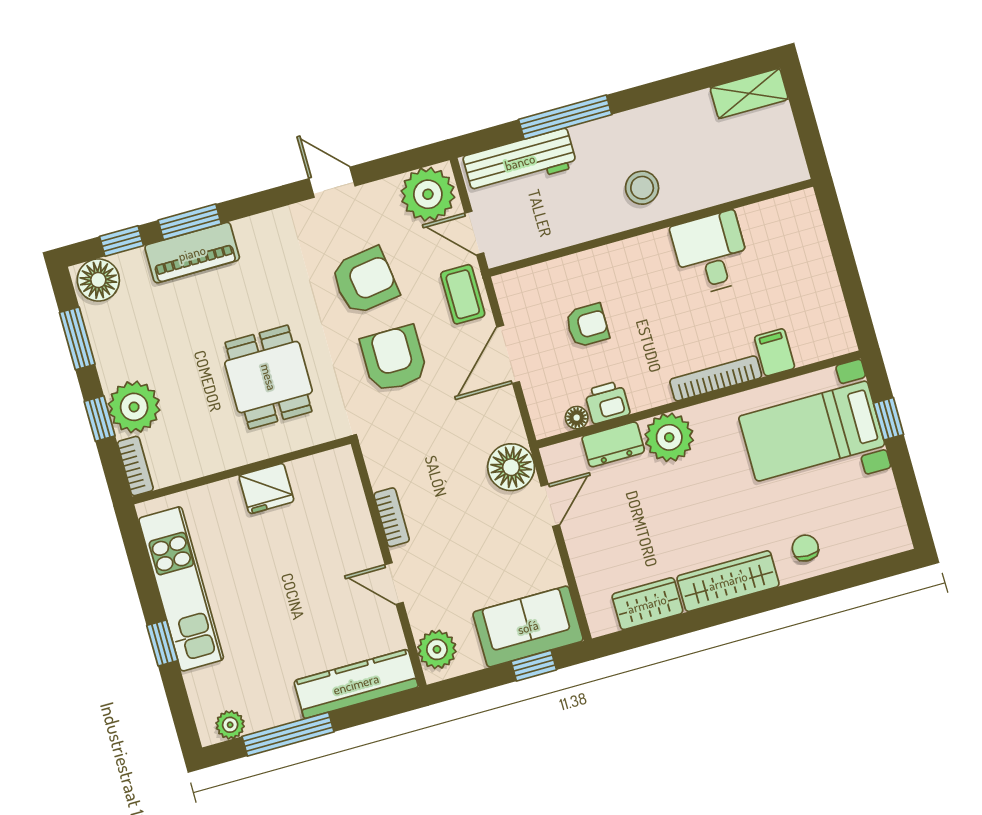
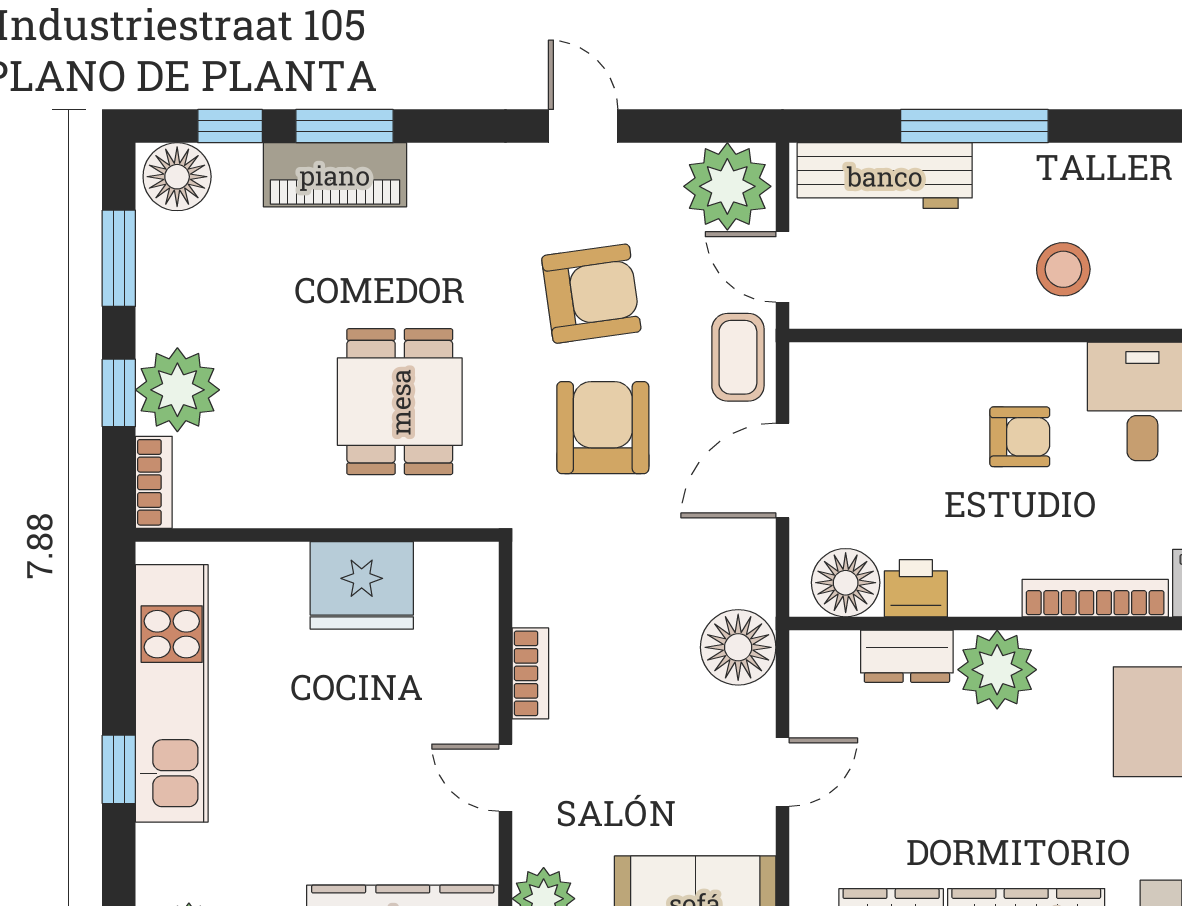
armchair: (587, 325) -> (1020, 437), moved
floor lamp: (577, 418) -> (846, 583), width x1.89, depth x1.89
fridge: (266, 489) -> (362, 585), width x1.36, depth x1.34
door: (550, 505) -> (783, 772), moved

